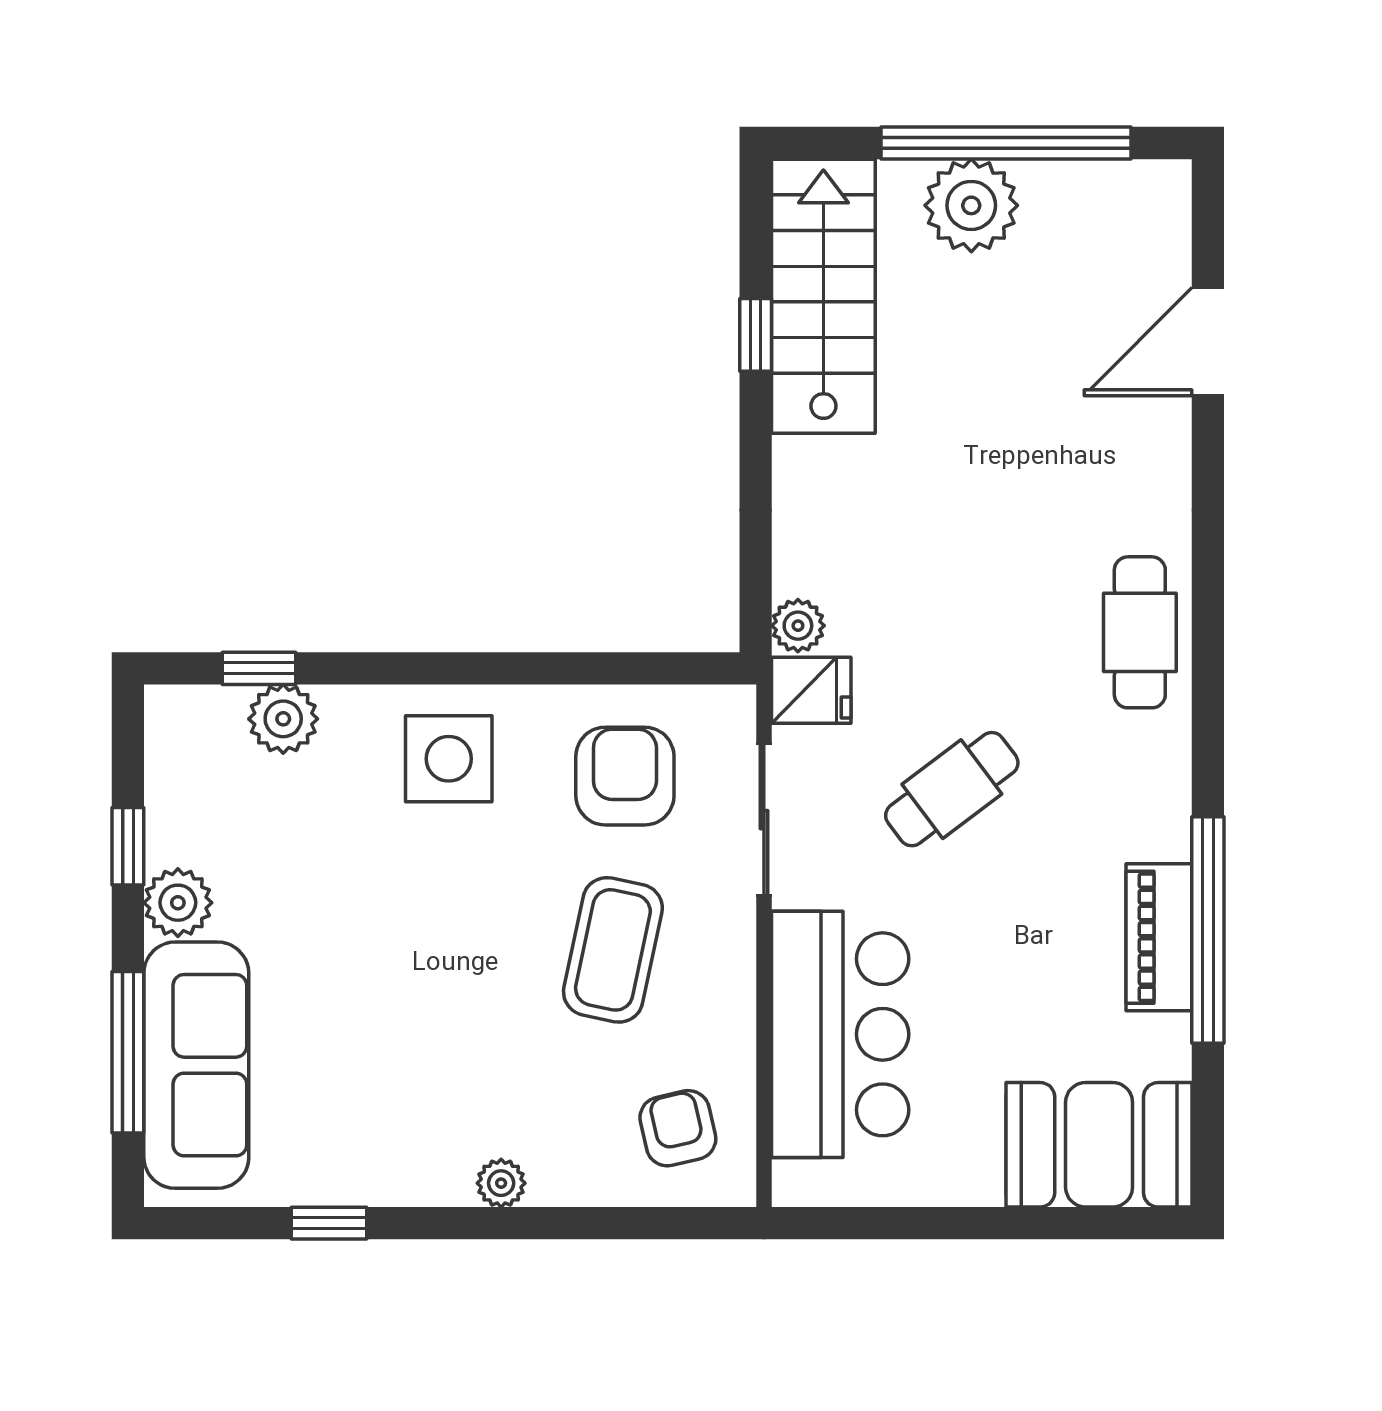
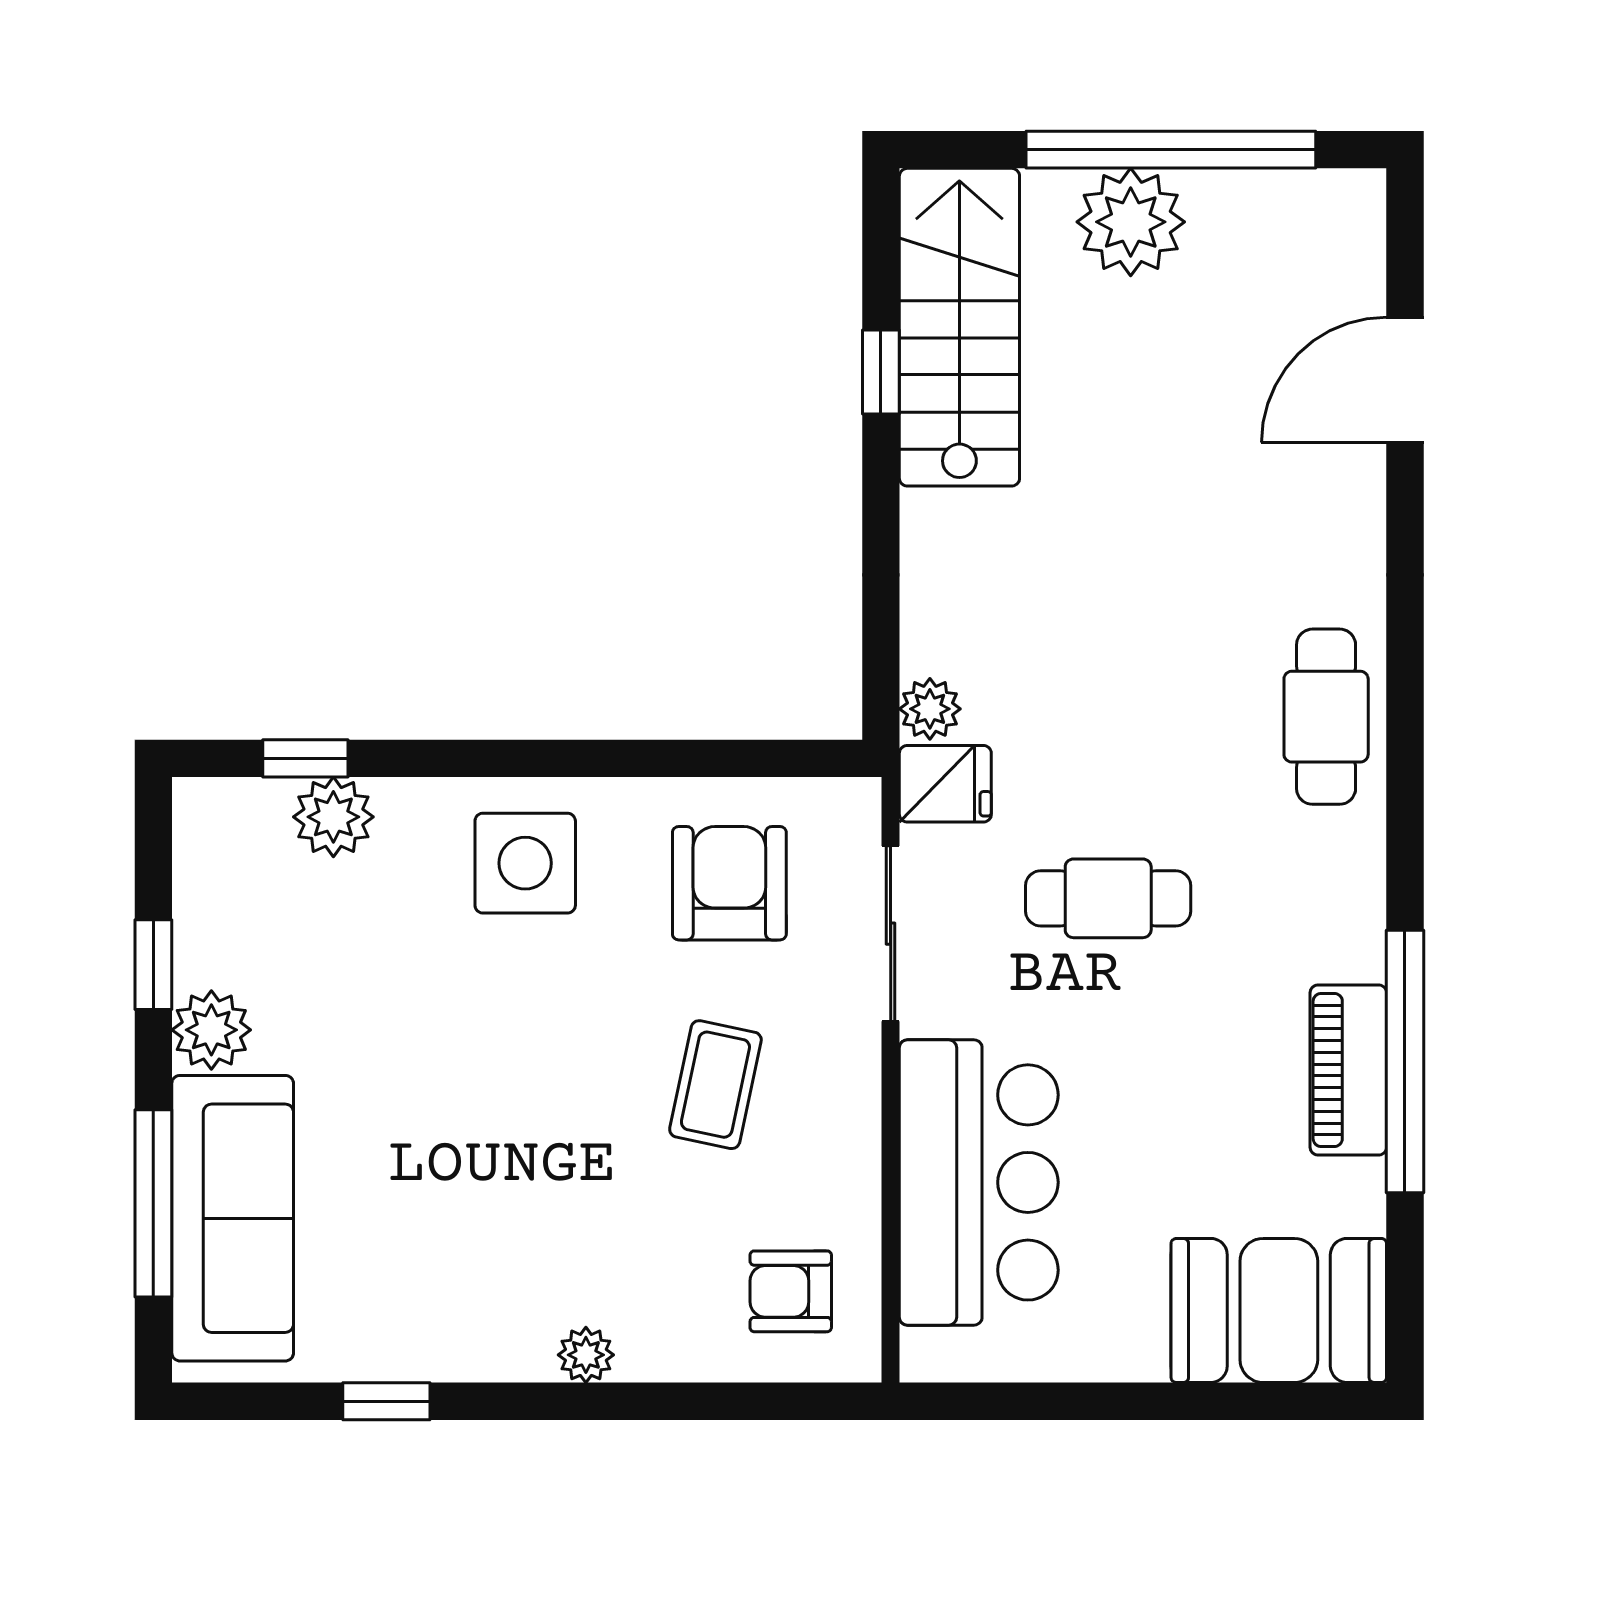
cafe table: (952, 789) -> (1108, 898), turned 37
coffee table: (613, 950) -> (715, 1085), width x0.73, depth x0.77
armchair: (678, 1128) -> (791, 1291), turned -77

